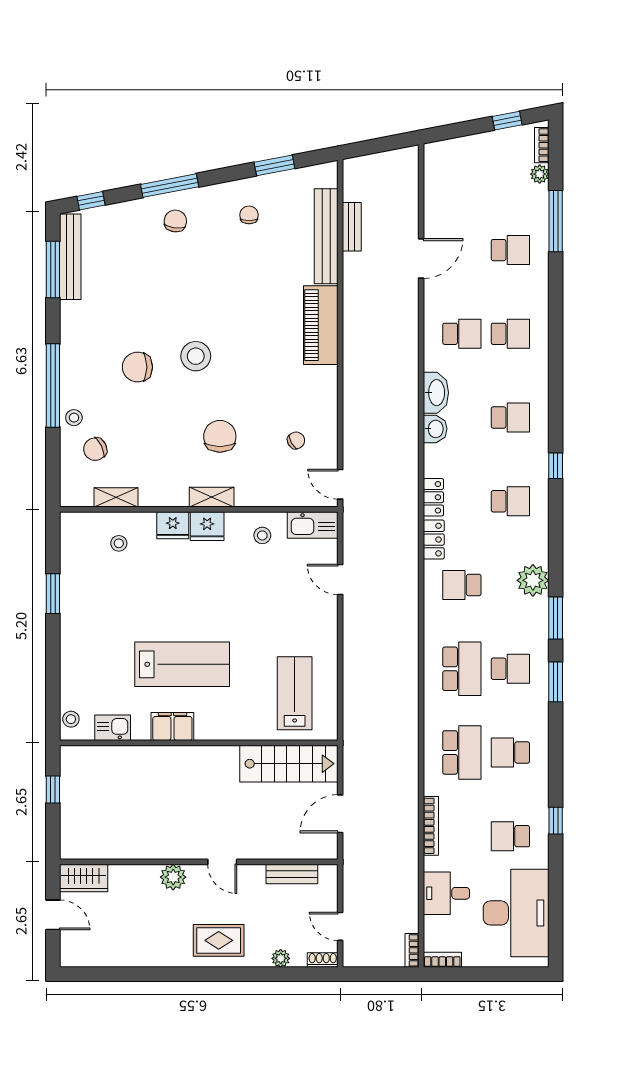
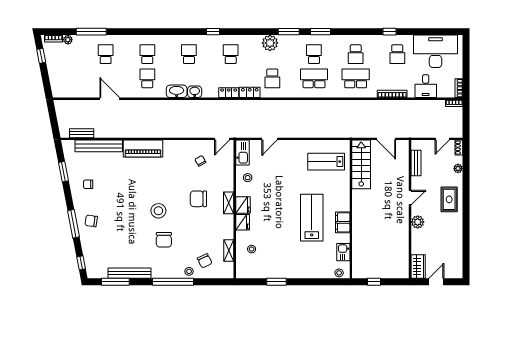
bench: (352, 227) -> (82, 133), moved
bench: (70, 257) -> (129, 273), moved

